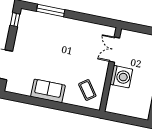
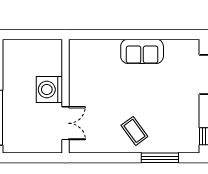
coffee table: (87, 90) -> (134, 131), moved

